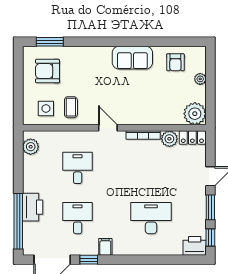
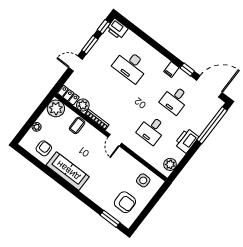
sofa: (132, 58) -> (68, 171), width x1.36
coffee table: (71, 107) -> (77, 125), moved
printer: (33, 207) -> (187, 141), moved

